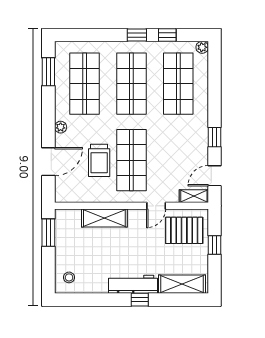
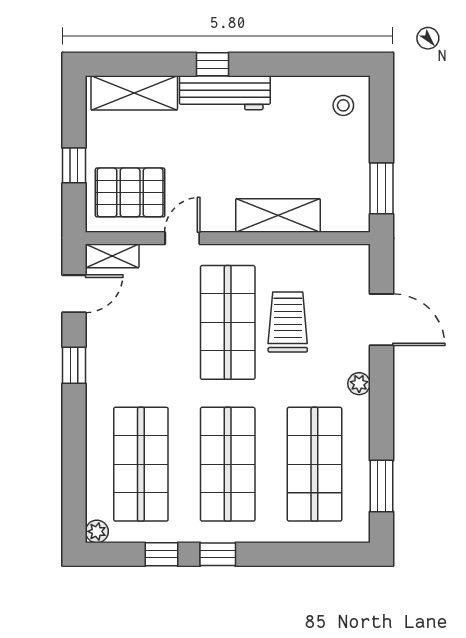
door: (48, 162) -> (381, 320), swing flipped

